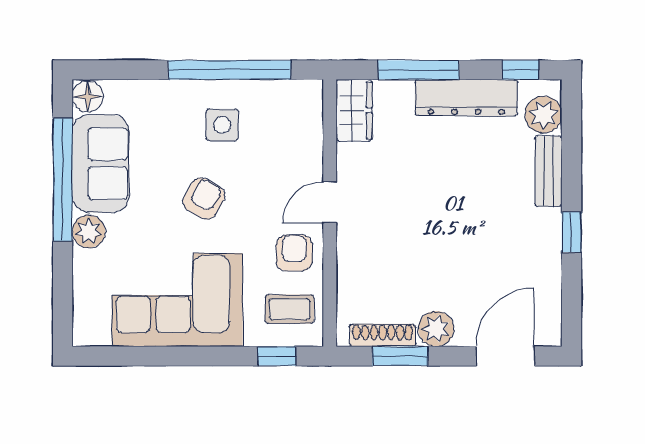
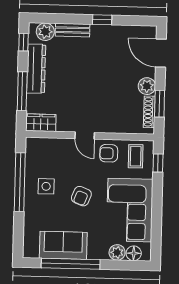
floor lamp: (88, 97) -> (134, 253), moved
armchair: (204, 199) -> (81, 196), turned -99
plant: (89, 232) -> (117, 252), moved

